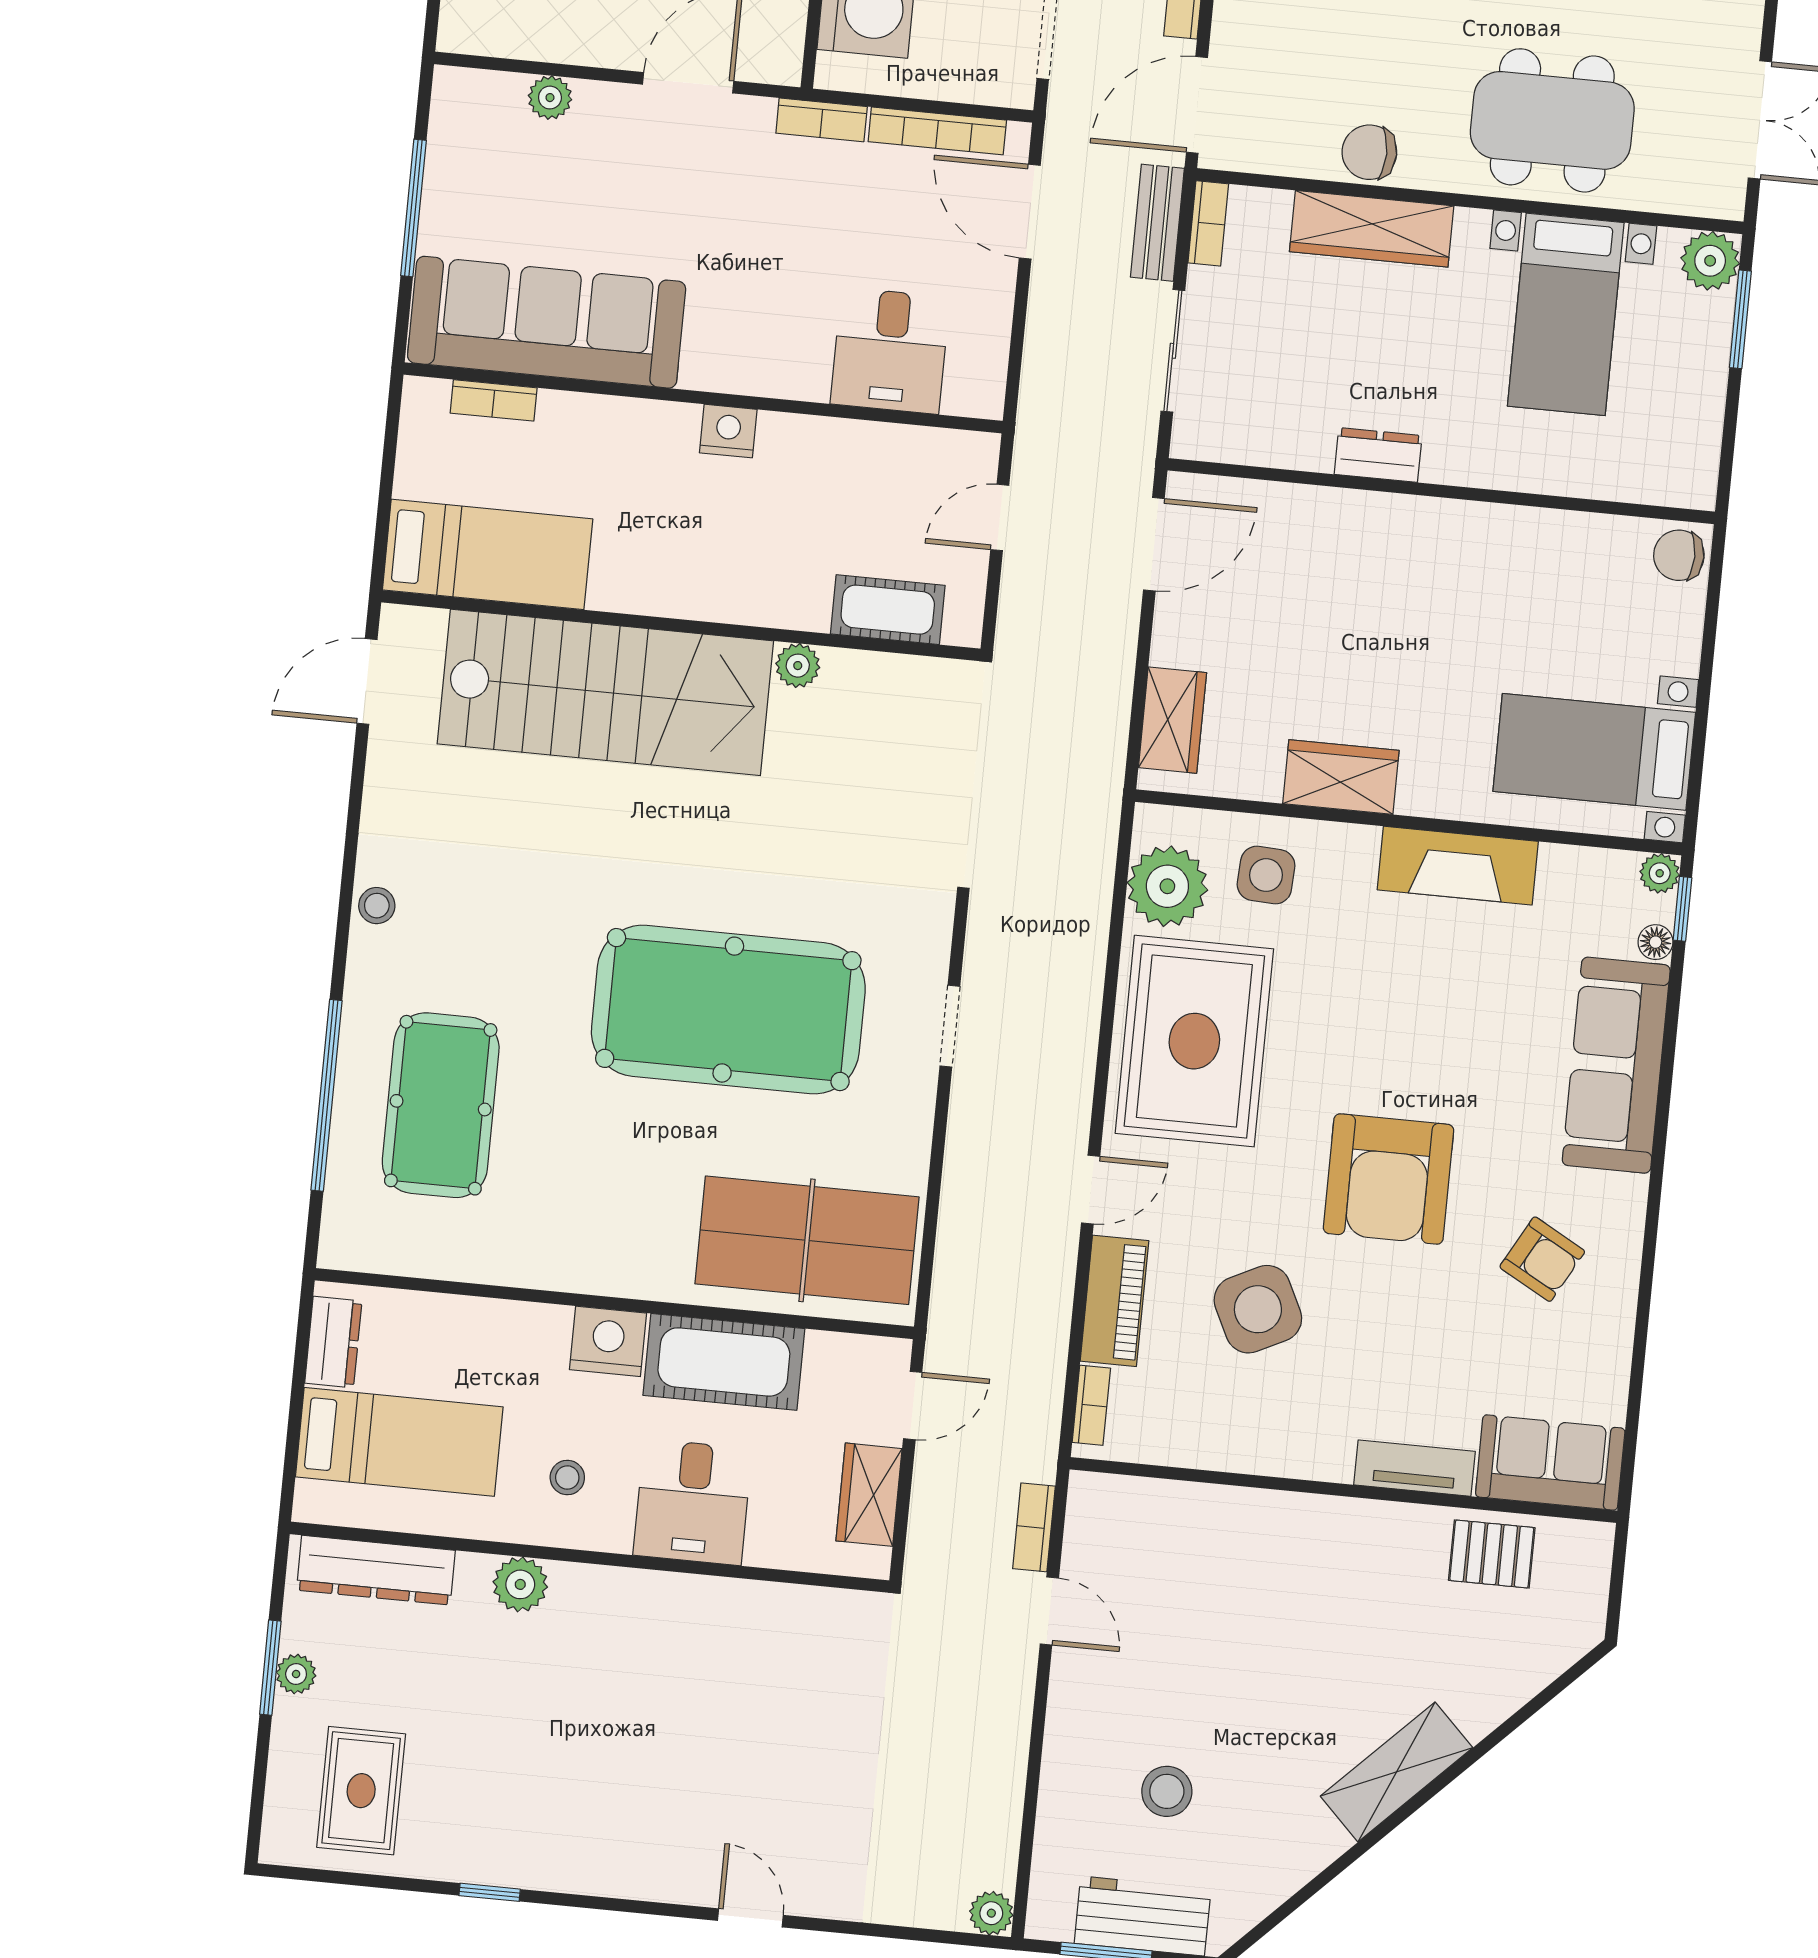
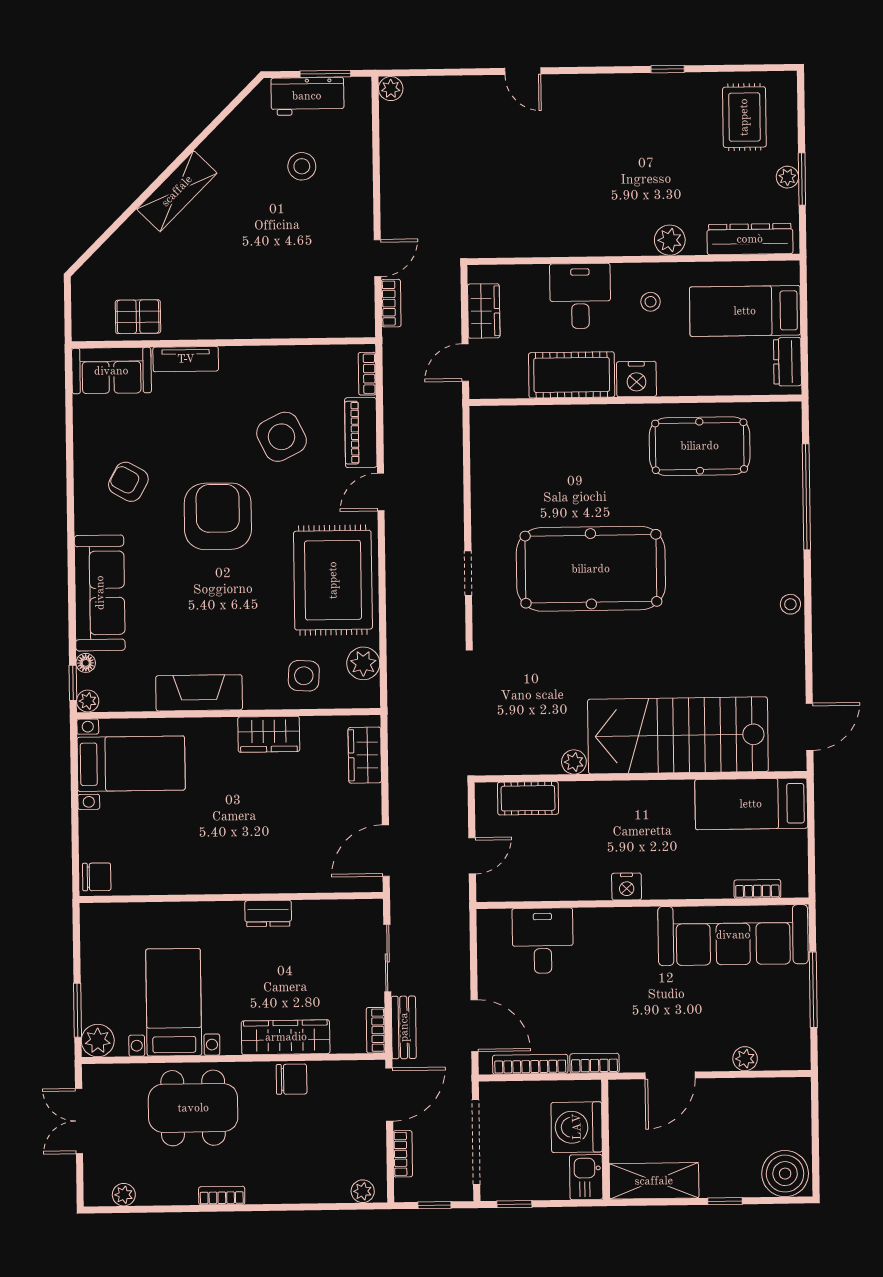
plant: (1167, 886) -> (363, 663), width x0.73, depth x0.73
pool table: (441, 1105) -> (700, 446), moved, turned 90
table tennis table: (807, 1240) -> (533, 447), removed
door: (1049, 1611) -> (378, 258), swing flipped

